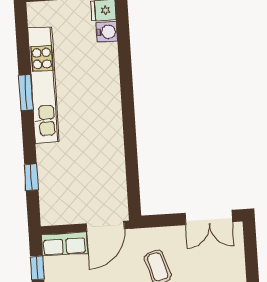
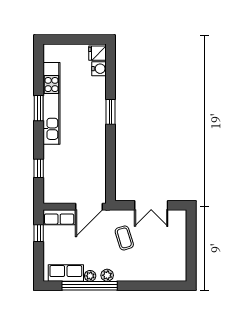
window: (127, 91) -> (110, 112), added
double door: (209, 217) -> (151, 205), moved

